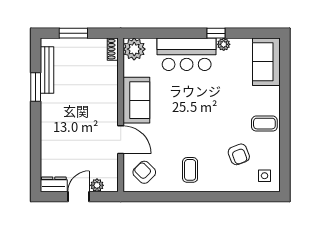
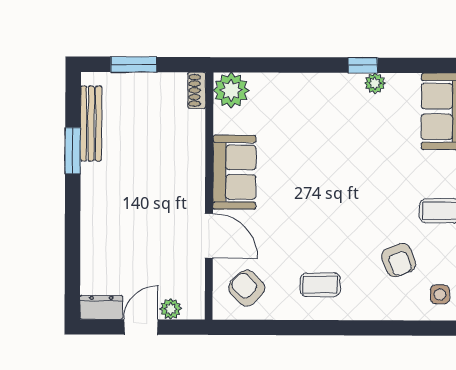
bar counter: (187, 54) -> (315, 99), removed
coffee table: (190, 170) -> (320, 285), turned 90

